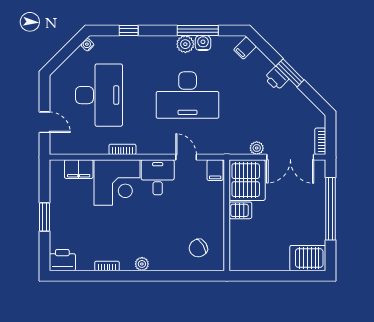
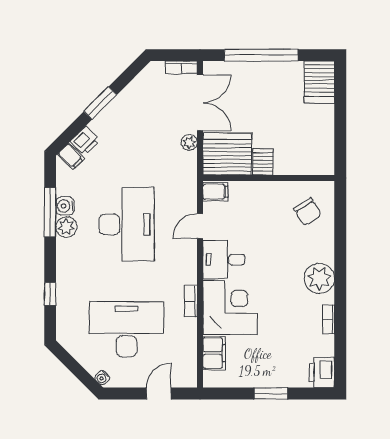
water cooler: (87, 45) -> (102, 378), moved
printer: (276, 78) -> (85, 141), moved
plant: (142, 264) -> (319, 278), width x1.88, depth x1.88

